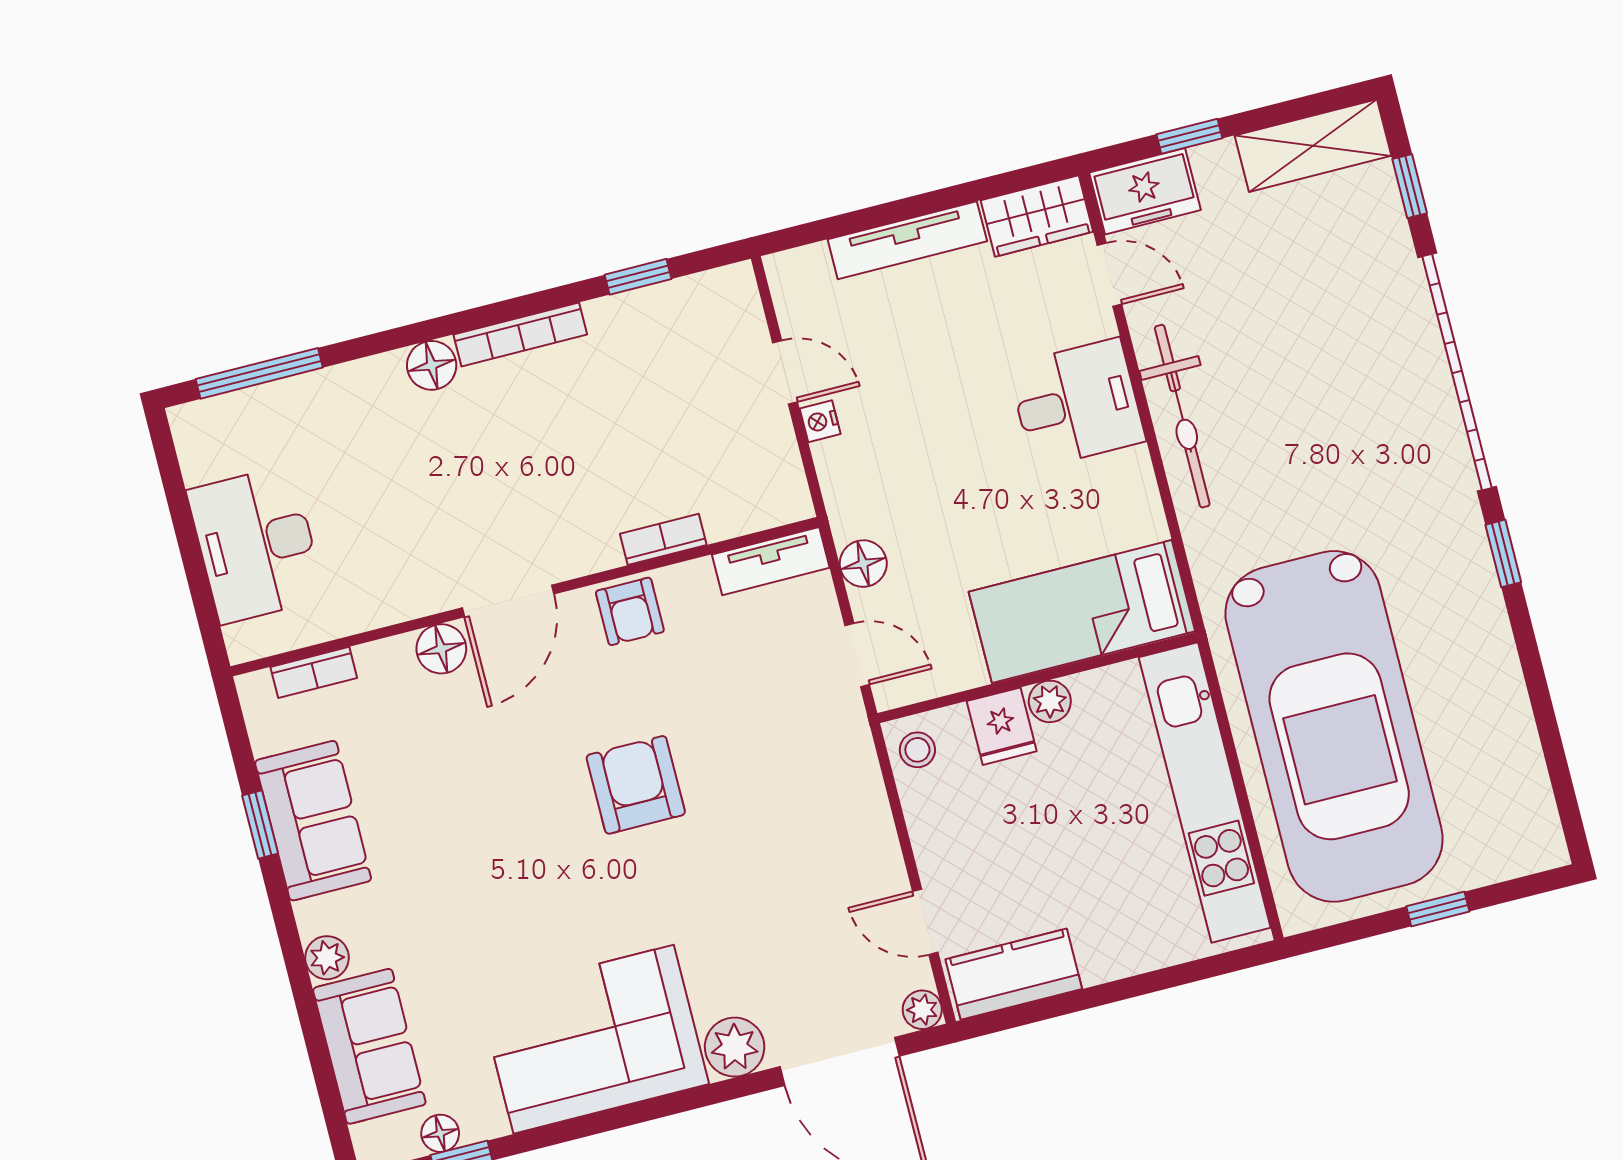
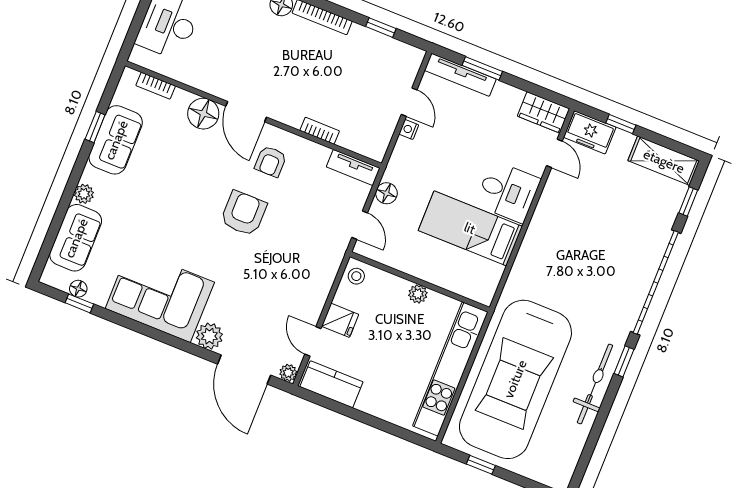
window: (871, 217) -> (482, 68), added
tv unit: (907, 240) -> (460, 75), moved
bicycle: (1182, 416) -> (595, 384), moved, turned 180
door: (508, 601) -> (246, 112), hinge flipped
armchair: (630, 611) -> (271, 161), moved
bed: (1082, 611) -> (470, 228), moved
floor lamp: (441, 649) -> (203, 114), width x1.38, depth x1.38
fridge: (1002, 726) -> (340, 320), moved, turned -90
window: (1438, 909) -> (481, 465), moved

